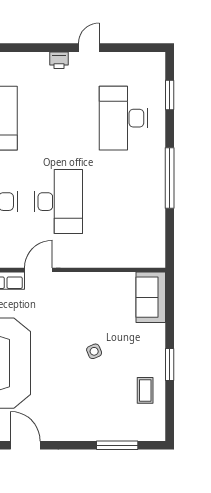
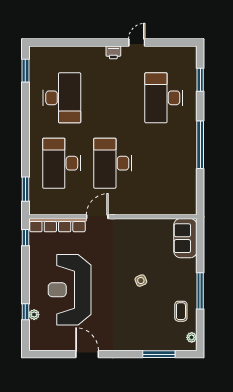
desk: (58, 202) -> (113, 163), turned 180
window: (170, 365) -> (200, 291), width x1.44
plant: (159, 424) -> (192, 337), added

